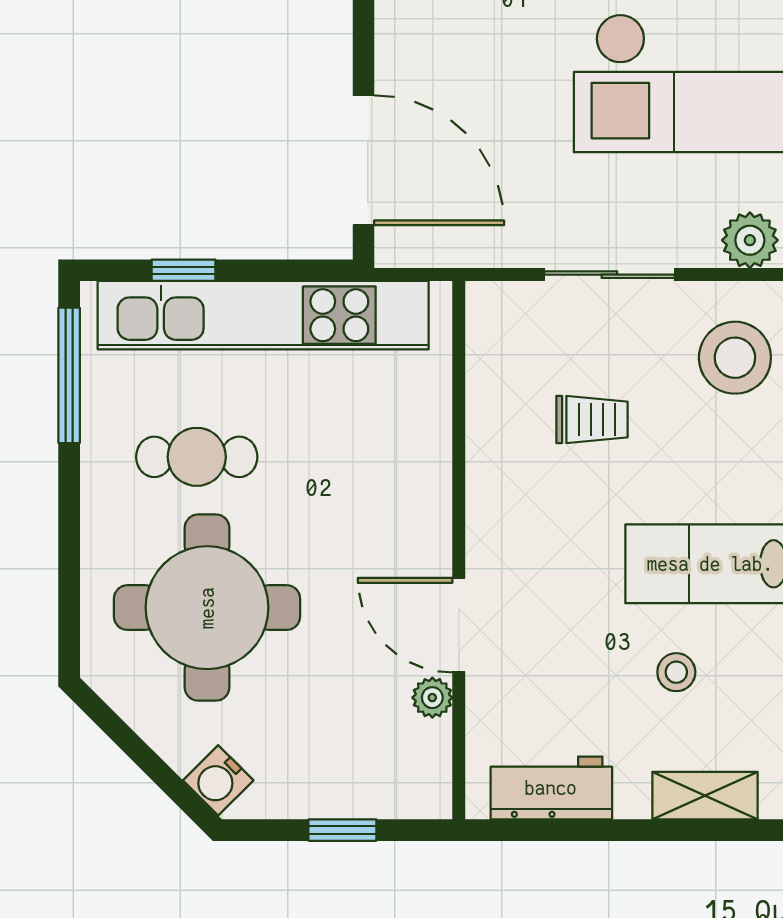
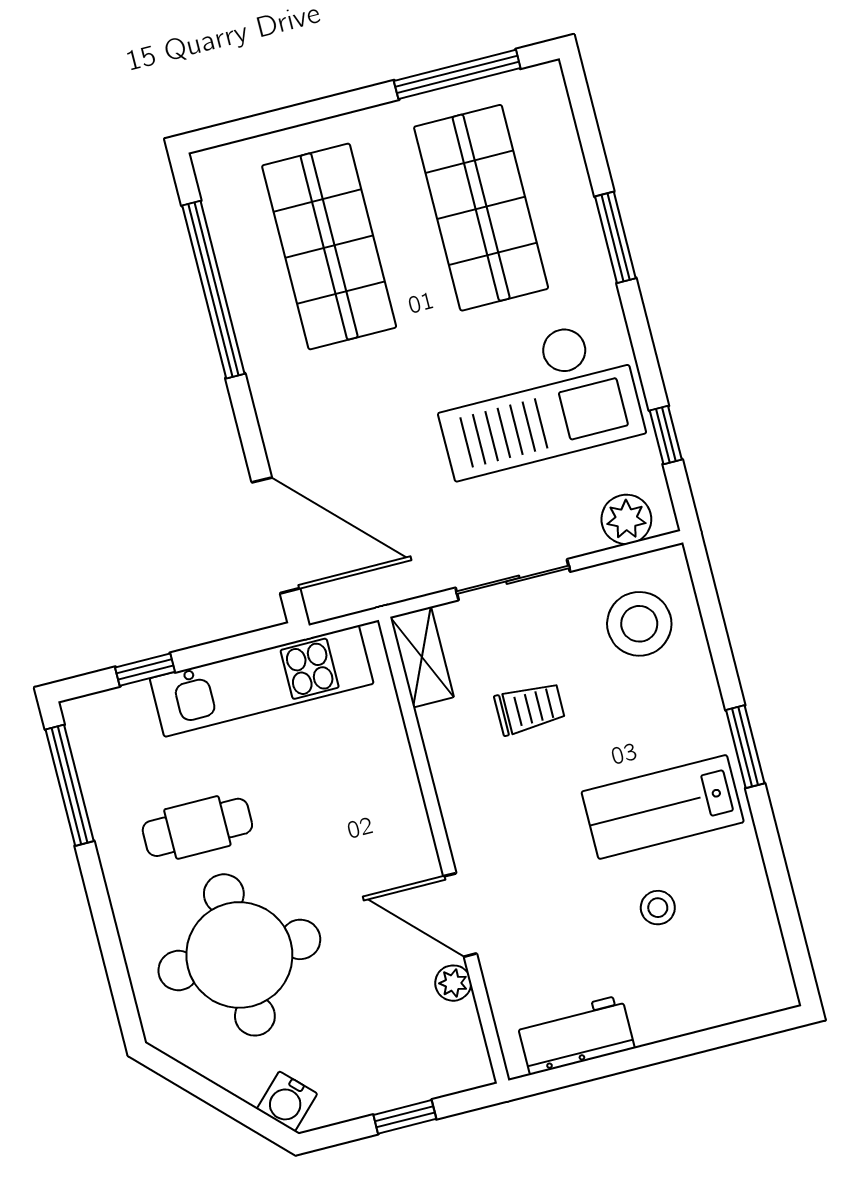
kitchen unit: (263, 315) -> (262, 681), width x0.73
shelving: (705, 796) -> (422, 657), moved, turned 90

